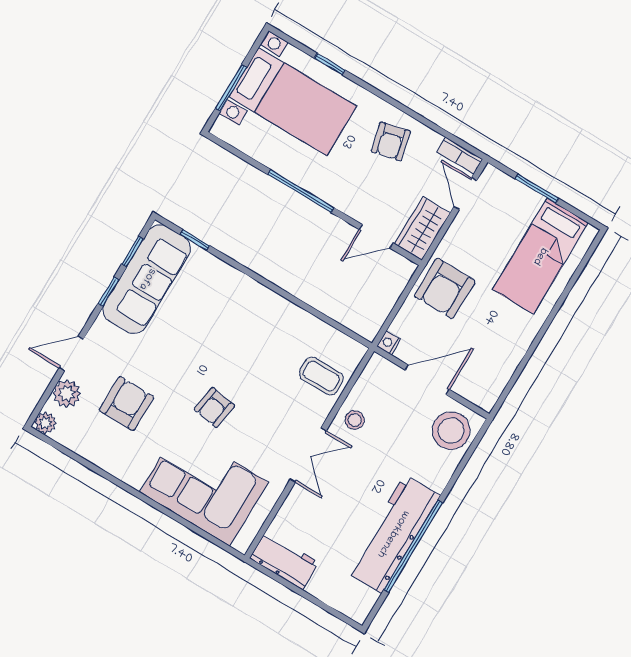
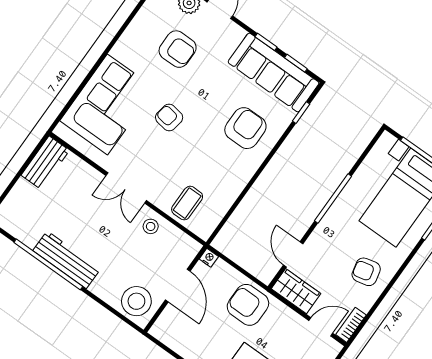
armchair: (220, 309) -> (245, 128), added
workbench: (393, 534) -> (67, 260), width x0.73, depth x0.76

